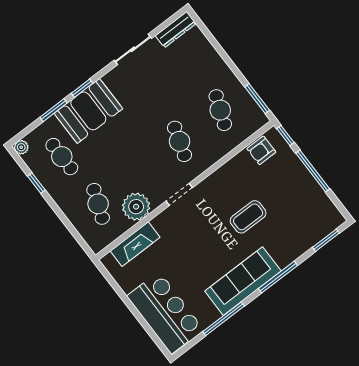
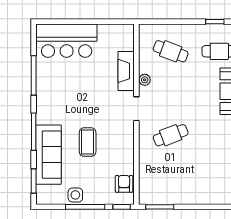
cafe table: (220, 110) -> (171, 177), removed
cafe table: (180, 141) -> (171, 135), turned -39
side table: (308, 189) -> (75, 195), added
plant: (136, 207) -> (145, 80), width x0.53, depth x0.53
fireplace: (135, 244) -> (126, 71), moved
sofa: (243, 281) -> (48, 155), moved

